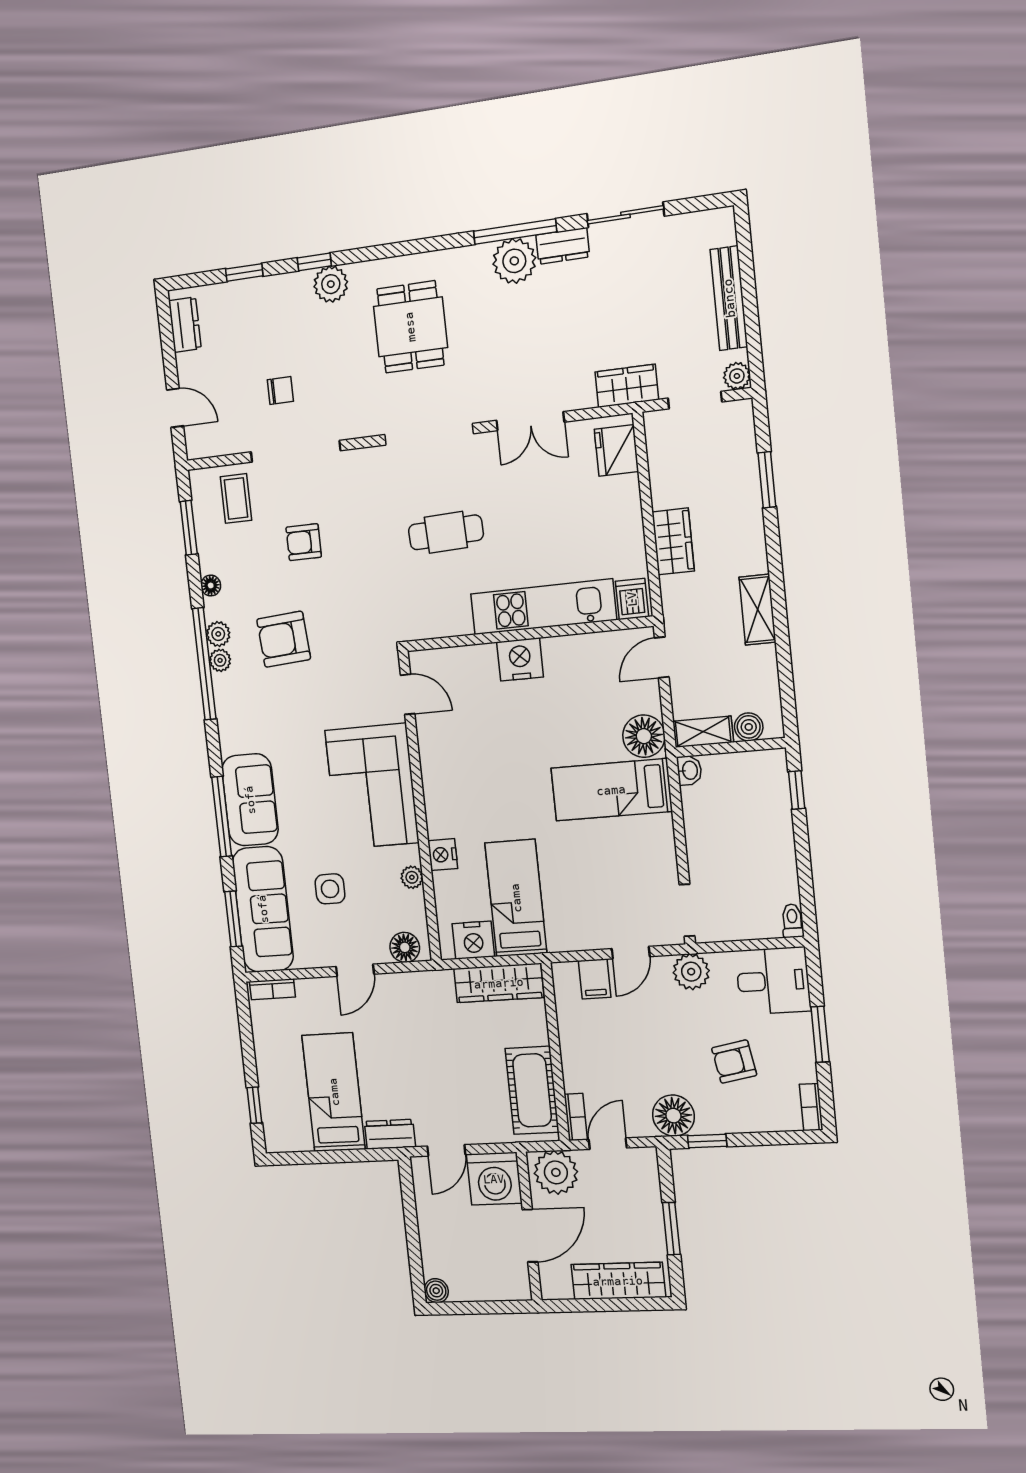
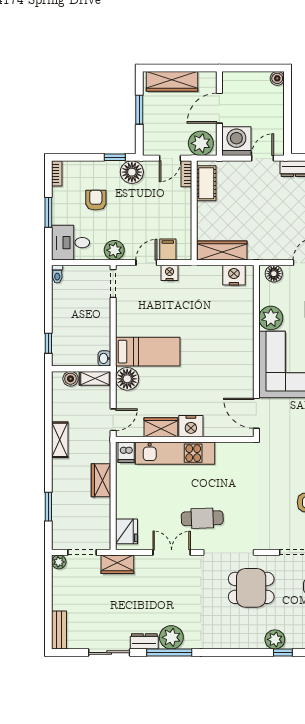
bench: (729, 298) -> (59, 630), moved, width x0.73
dining table: (410, 327) -> (251, 588), moved, turned 90
cafe table: (446, 532) -> (202, 518), moved
wardrobe: (574, 652) -> (161, 427), added
door: (408, 694) -> (256, 413), width x1.38
nightstand: (443, 855) -> (170, 273), moved, turned -90
plant: (412, 877) -> (271, 318), width x1.87, depth x1.87
bed: (516, 898) -> (207, 297), removed
armchair: (734, 1062) -> (96, 200), turned -80
cot: (532, 1090) -> (206, 183), width x0.73, depth x0.75

